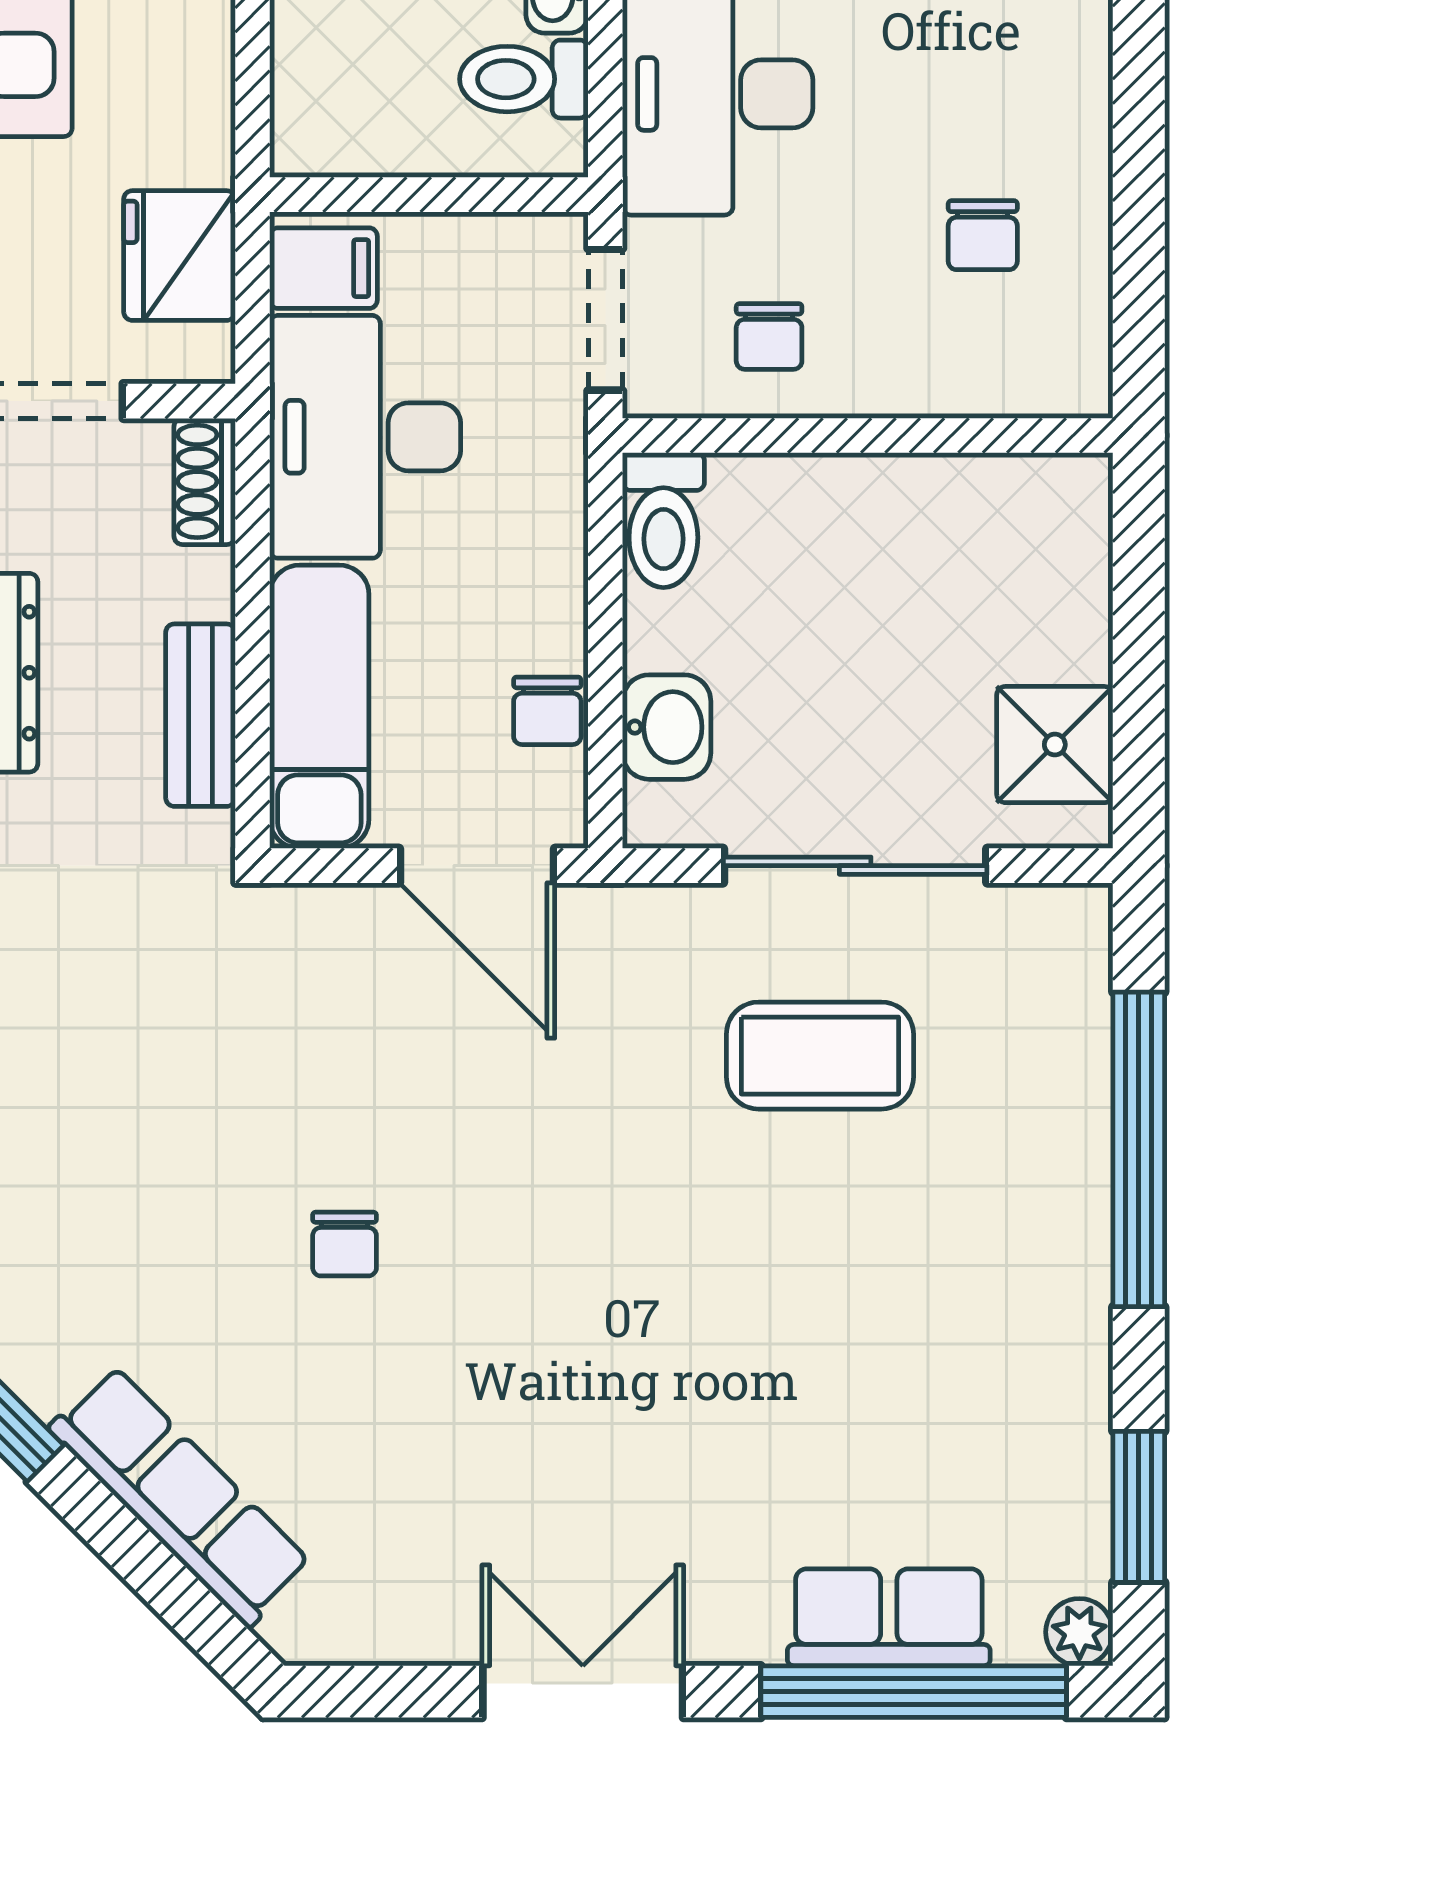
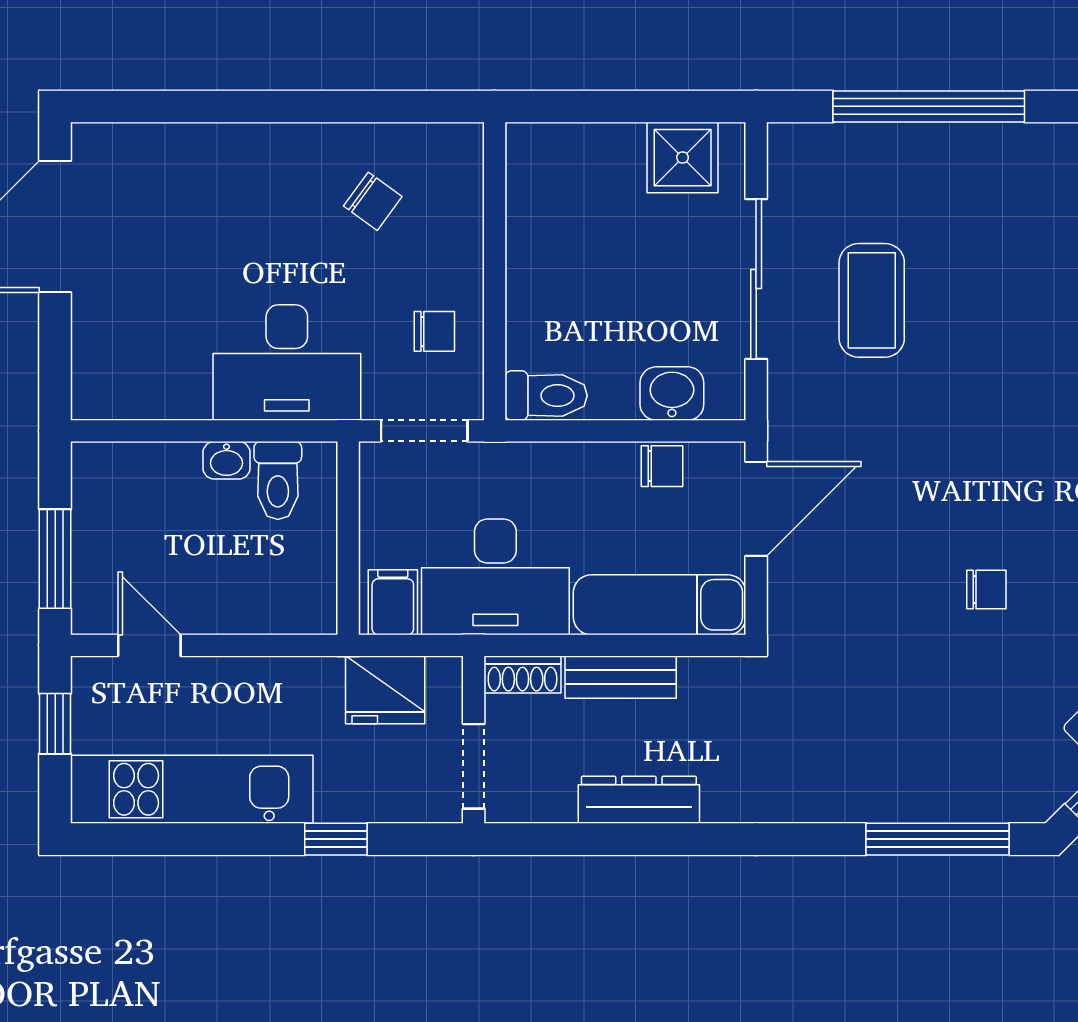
chair: (983, 235) -> (373, 201), turned 36
bench: (200, 715) -> (621, 677), moved

